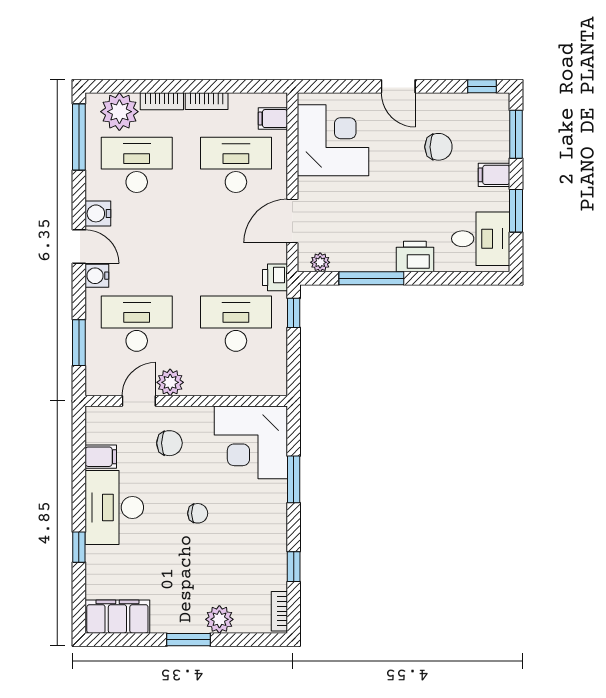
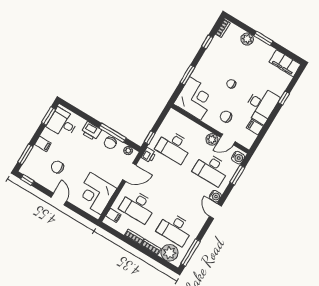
window: (516, 211) -> (48, 116), moved
water cooler: (98, 213) -> (238, 158), moved
chair: (364, 256) -> (110, 143), added

